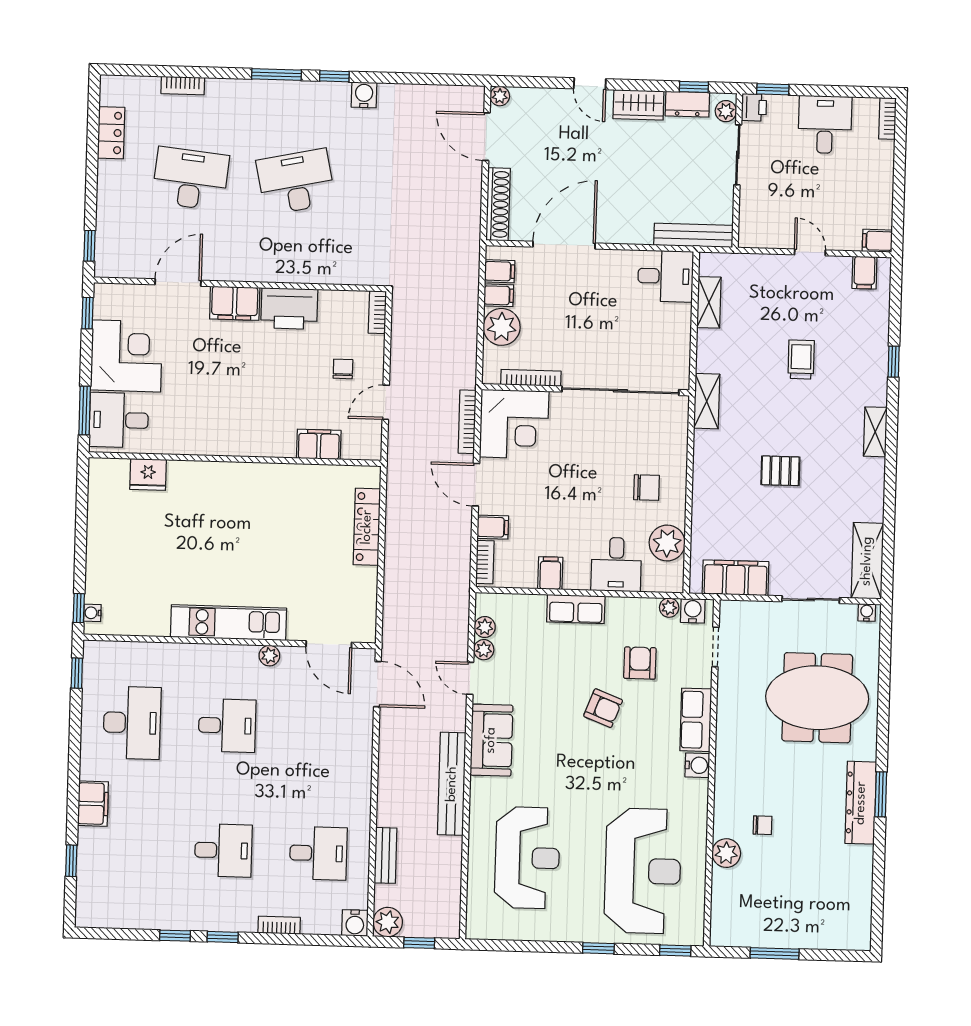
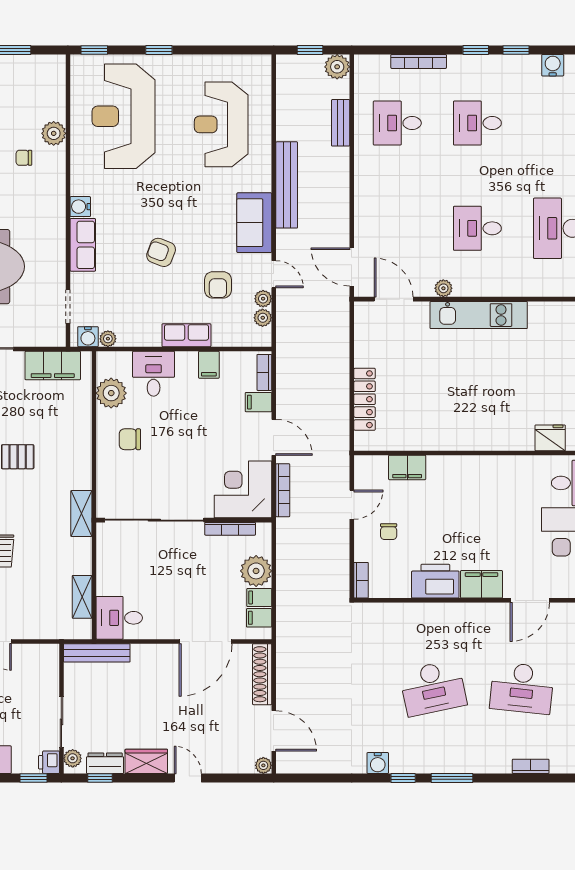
armchair: (640, 663) -> (218, 285), moved
water cooler: (355, 923) -> (553, 65), moved
bookcase: (279, 925) -> (419, 61), width x1.56

